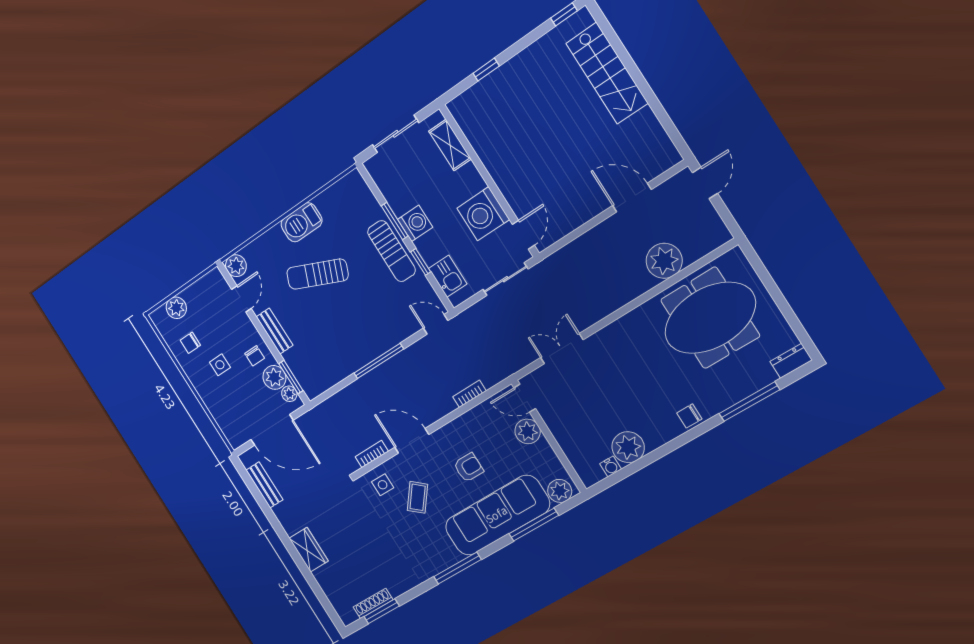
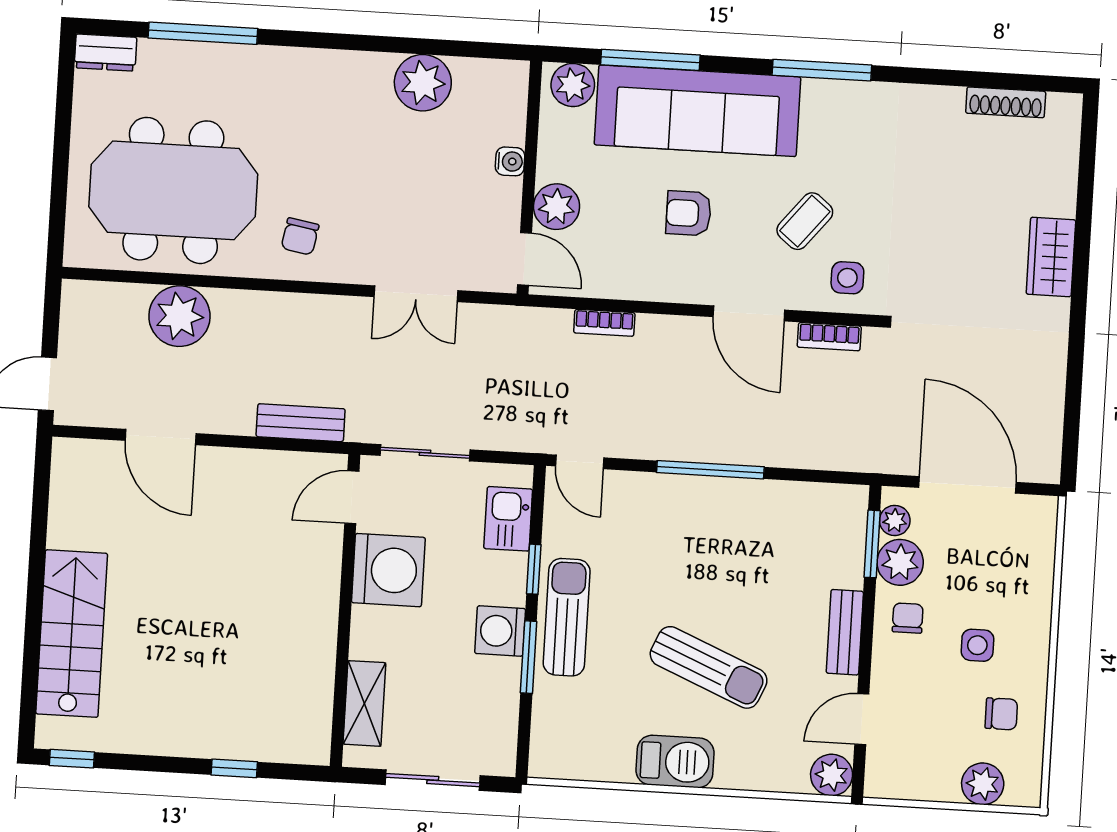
chair: (689, 416) -> (300, 236), moved, turned 100
water cooler: (611, 466) -> (510, 161), moved, turned 90
bench: (264, 485) -> (301, 423), moved, turned 90
window: (382, 611) -> (1001, 81), removed

